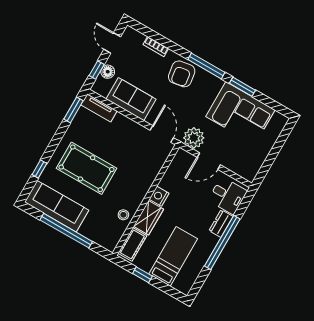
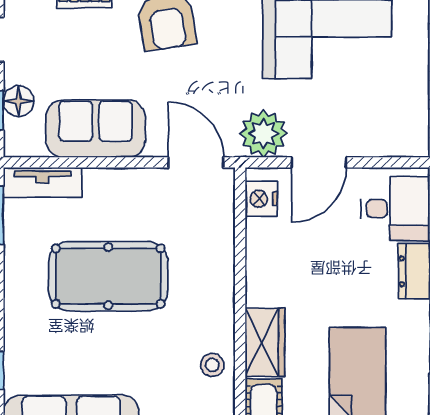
pool table: (86, 168) -> (108, 276), moved
nightstand: (159, 196) -> (261, 199), moved

